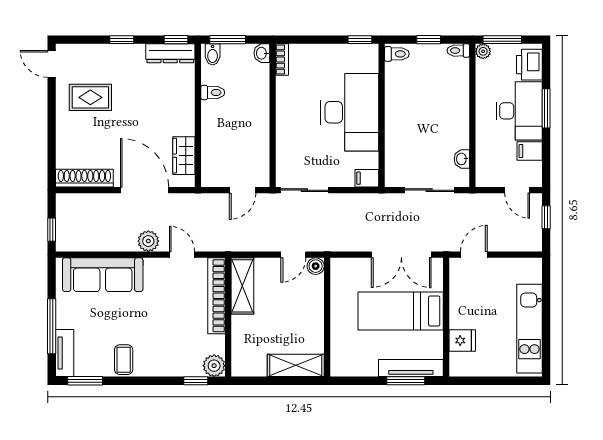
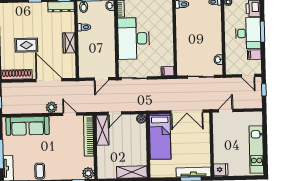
rug: (90, 97) -> (26, 45), moved
desk: (349, 112) -> (134, 39), moved, turned 180
wardrobe: (184, 156) -> (69, 43), moved
door: (293, 255) -> (115, 113), moved
bed: (401, 311) -> (160, 137), moved, turned -90
fridge: (462, 340) -> (221, 170), moved

